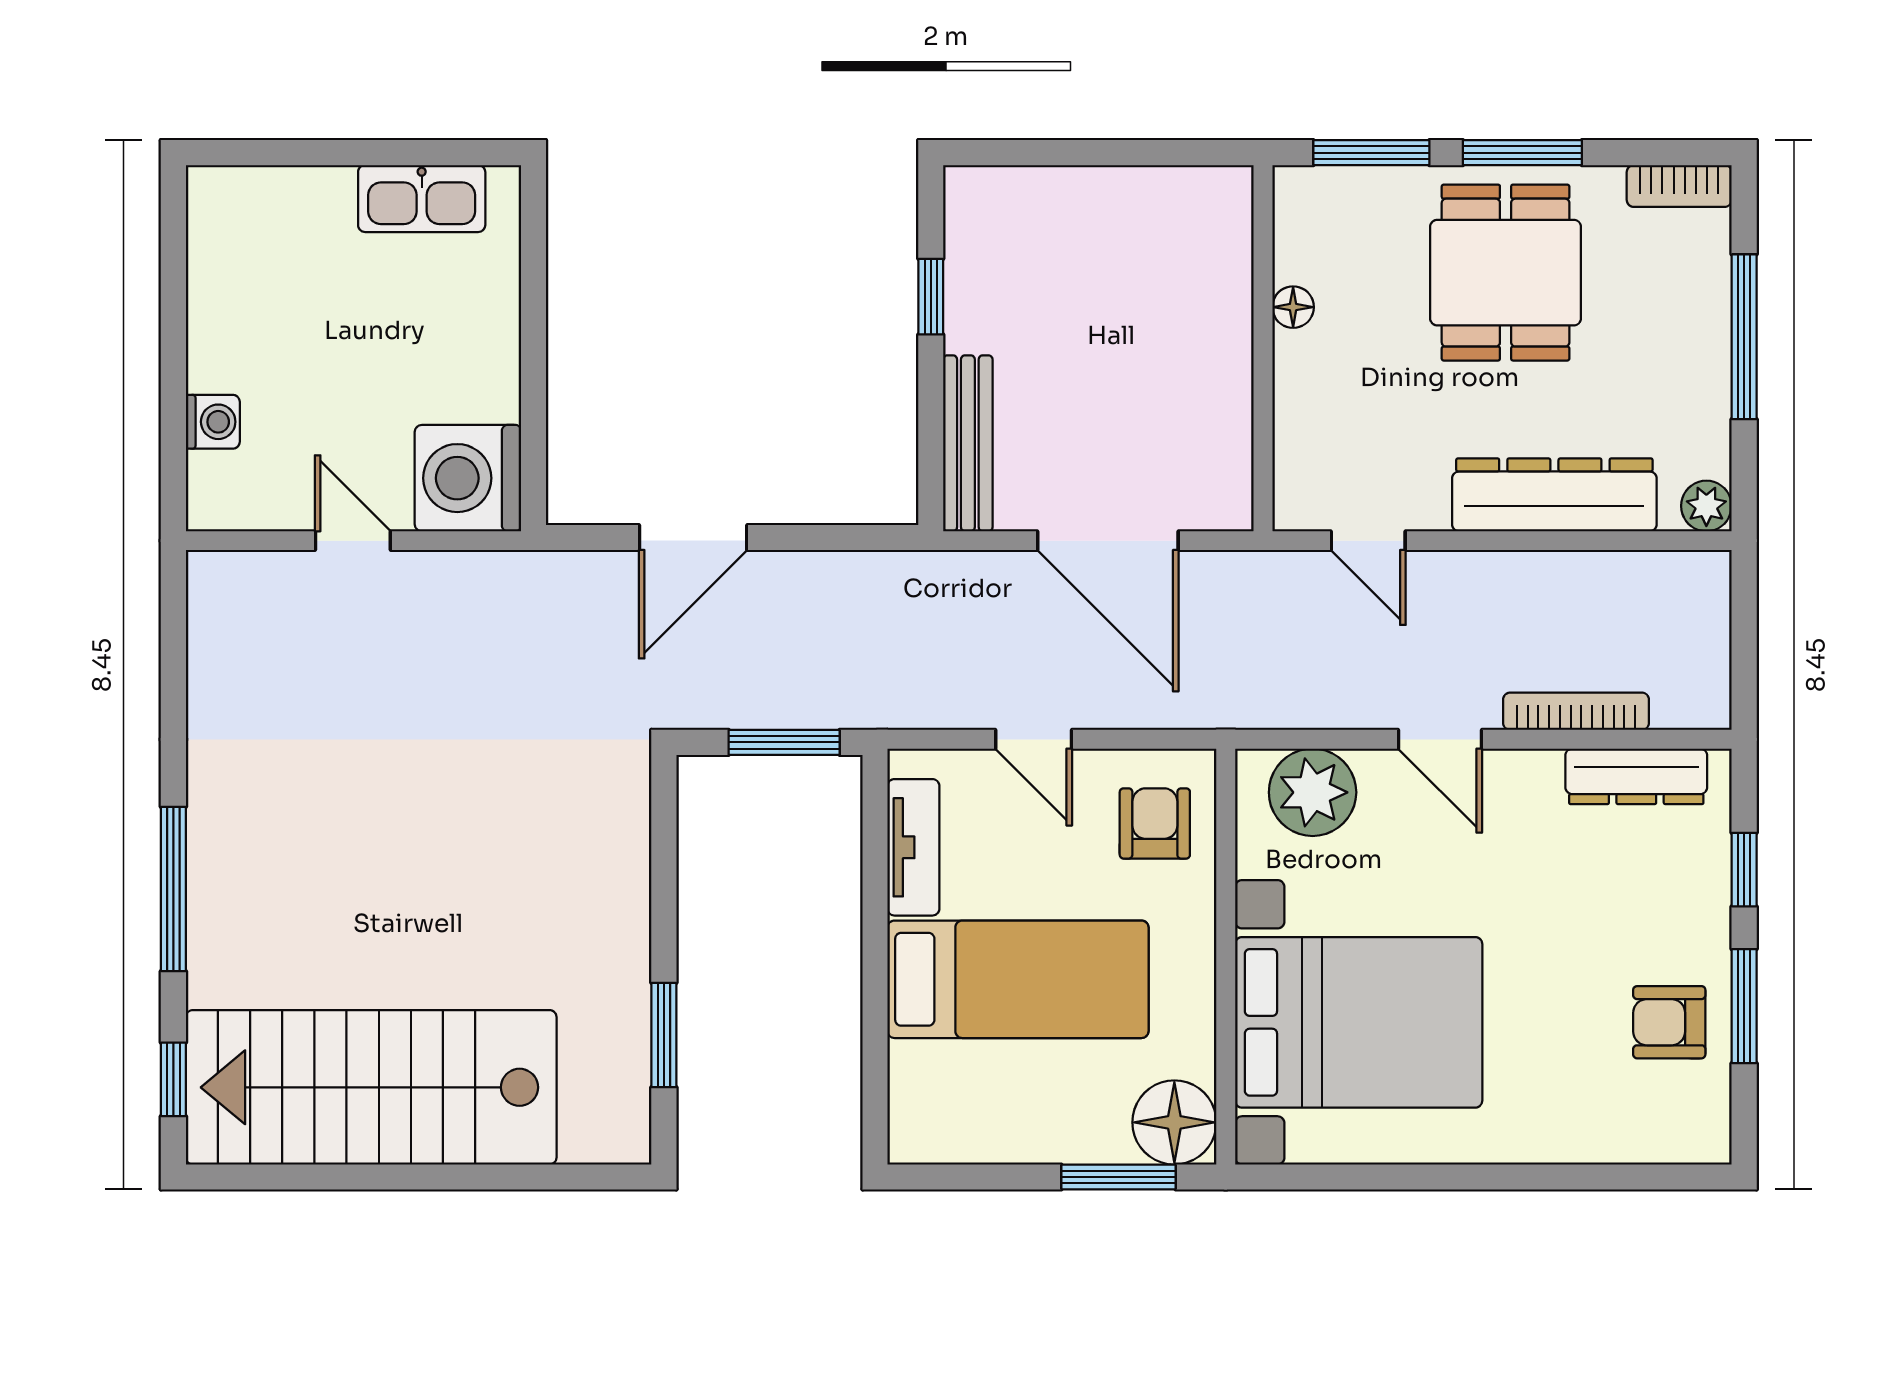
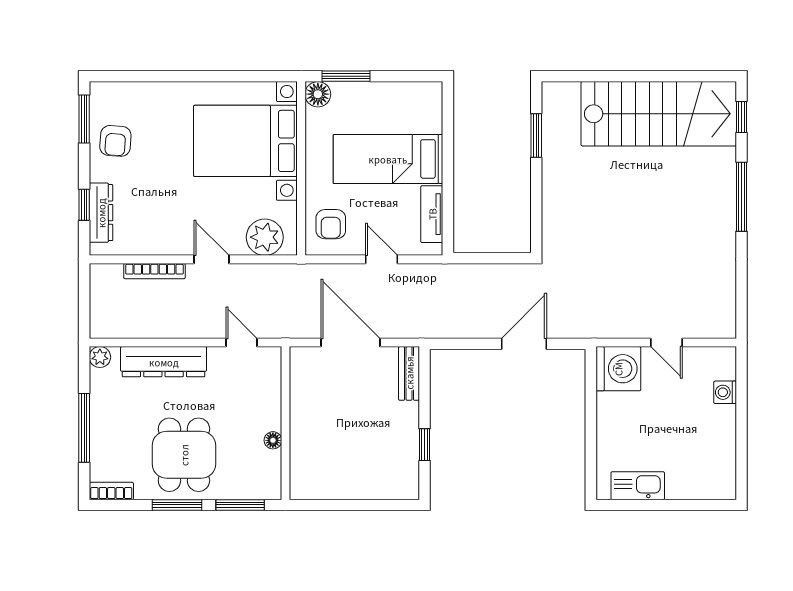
bench: (968, 443) -> (409, 373), width x0.73
window: (784, 742) -> (486, 258), removed
dresser: (1636, 776) -> (101, 213), moved, turned 90
window: (1744, 1006) -> (84, 119), moved
armchair: (1669, 1022) -> (115, 141), turned 94
floor lamp: (1174, 1122) -> (318, 94), width x0.73, depth x0.73

